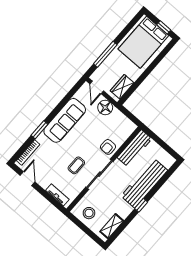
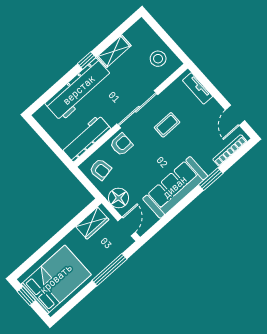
armchair: (121, 127) -> (100, 169), added
shelving: (112, 226) -> (114, 51), moved

